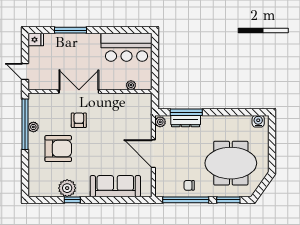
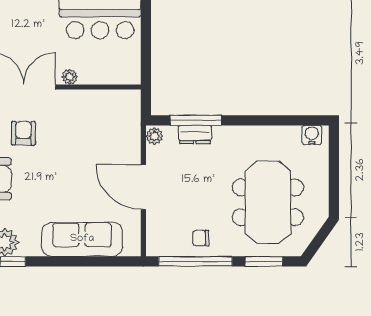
plant: (131, 85) -> (70, 77), moved
dresser: (186, 121) -> (195, 135), width x0.70
meeting table: (231, 163) -> (268, 202), turned 90

